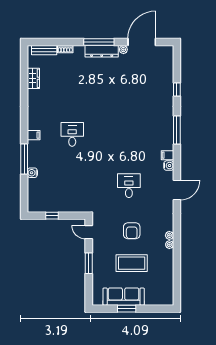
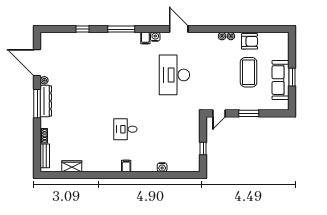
window: (24, 159) -> (149, 175), removed
desk: (129, 186) -> (174, 75), width x1.87, depth x1.30
armchair: (132, 231) -> (250, 41), moved

